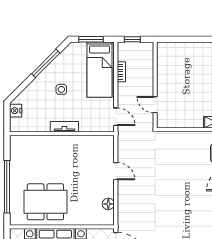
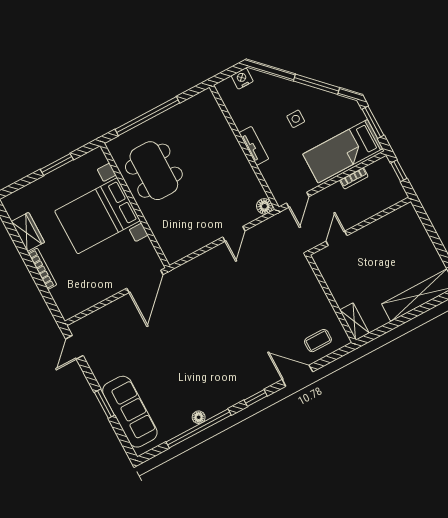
floor lamp: (108, 204) -> (264, 206), moved

